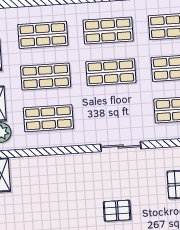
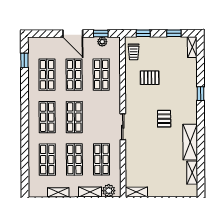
sliding door: (121, 147) -> (123, 127), moved

